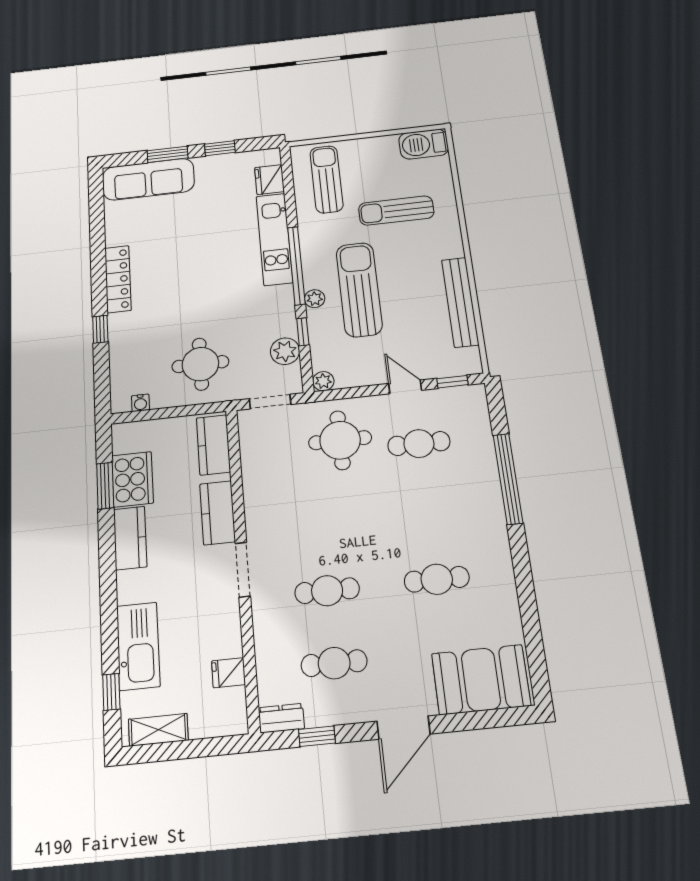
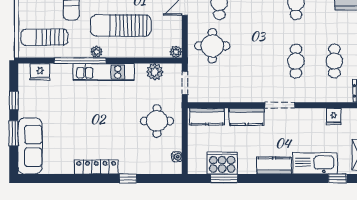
kitchen unit: (274, 239) -> (104, 72), moved
window: (296, 266) -> (80, 61), moved
plant: (315, 299) -> (96, 52), moved
window: (303, 332) -> (144, 61), removed
kitchen counter: (130, 538) -> (274, 166), moved

